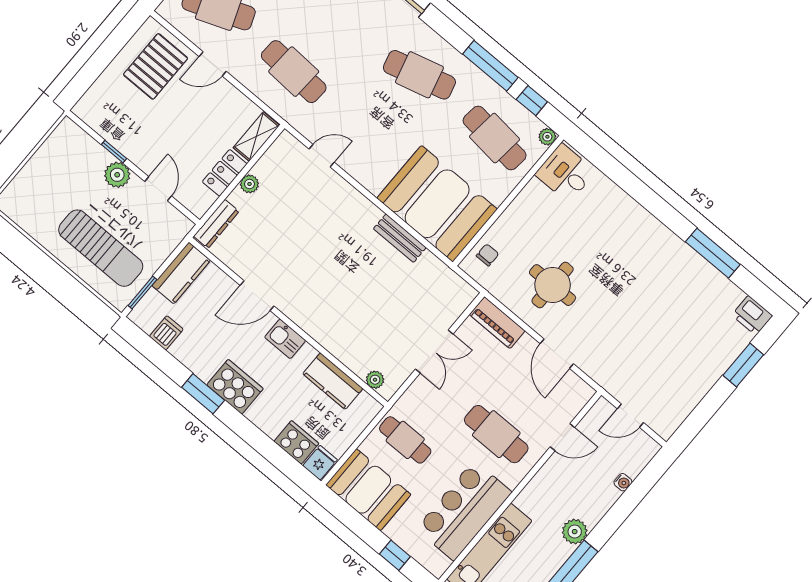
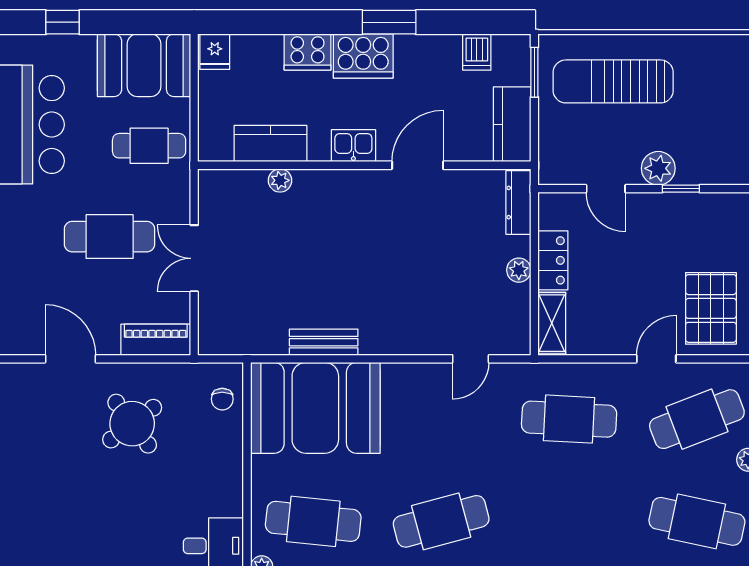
round table: (553, 285) -> (132, 424), turned -37
plant: (375, 380) -> (280, 180), moved
cafe table: (496, 434) -> (110, 237), moved
cooker: (296, 442) -> (308, 52), moved

